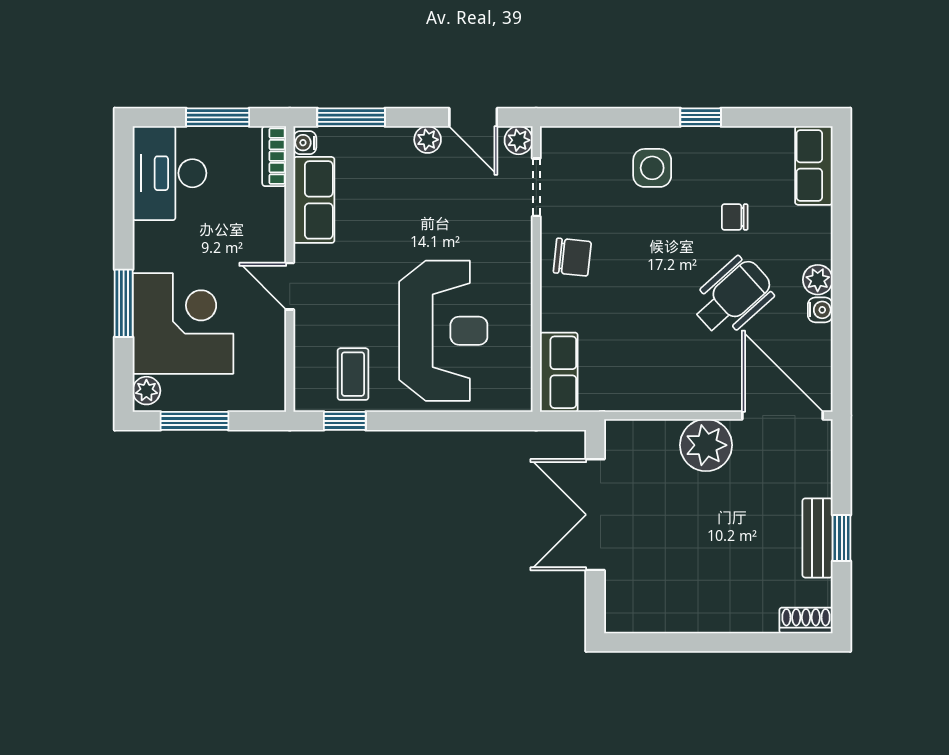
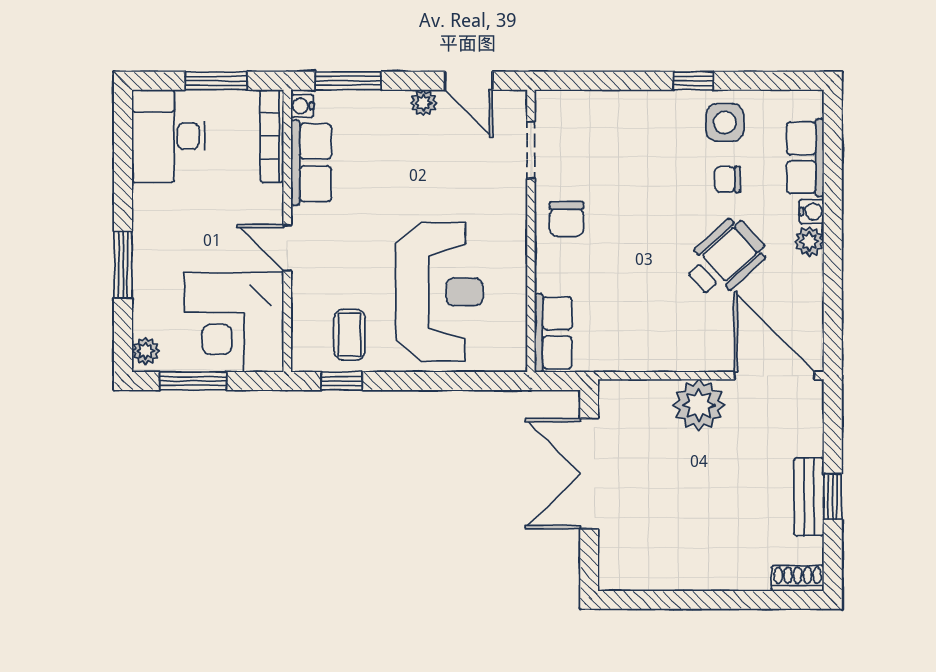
plant: (519, 140) -> (513, 103), removed
bookcase: (274, 156) -> (272, 136), width x1.56
row of seats: (814, 165) -> (805, 158), moved
side table: (652, 168) -> (725, 122), moved
chair: (572, 257) -> (567, 219), turned 84
water cooler: (820, 310) -> (812, 212), moved
corner desk: (183, 323) -> (234, 322), moved, turned 180

